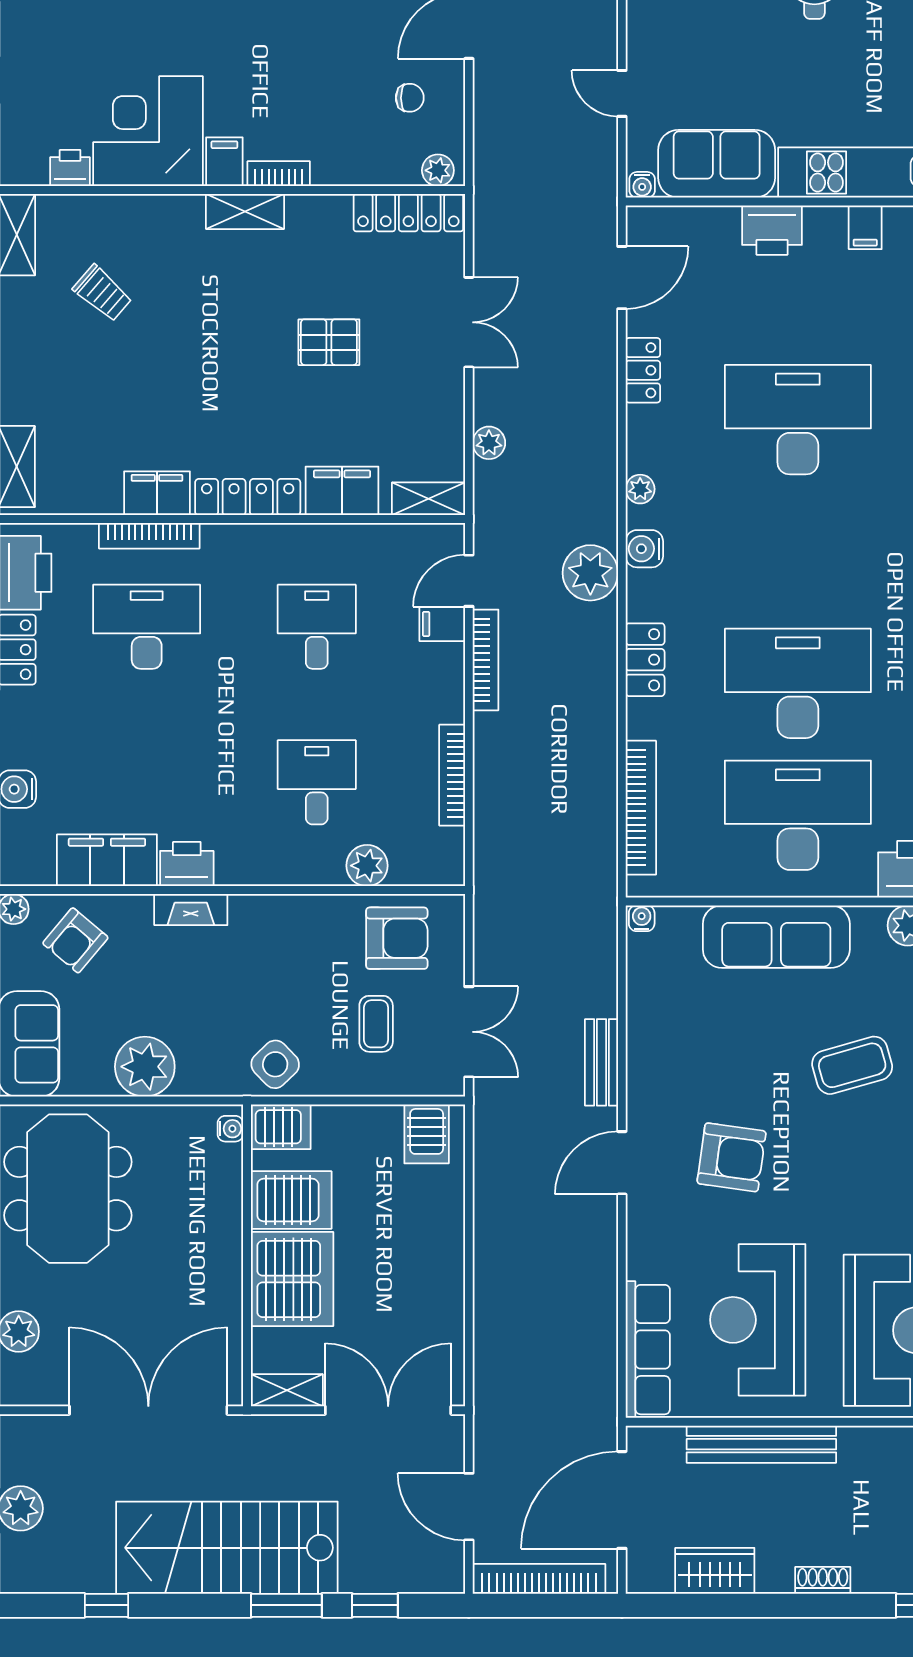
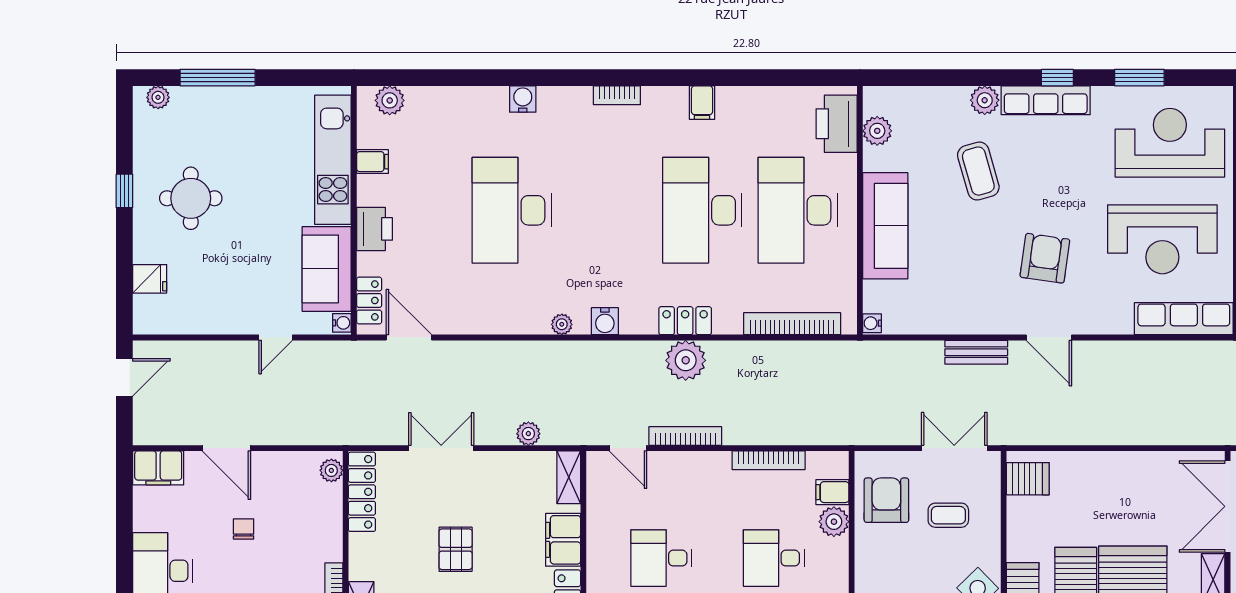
chair: (410, 98) -> (244, 529), moved
locker: (643, 370) -> (369, 300), moved, turned 90
plant: (590, 573) -> (686, 360), moved
filing cabinet: (442, 624) -> (832, 492), moved, turned 90

